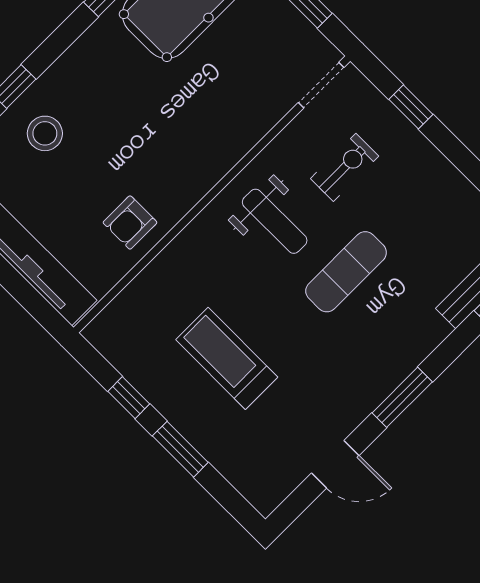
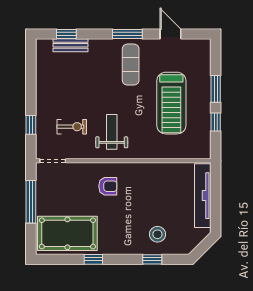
exercise bike: (345, 167) -> (72, 127), turned 180
armchair: (130, 222) -> (108, 186), moved
exercise mat: (346, 272) -> (131, 65), moved, turned 90
treadmill: (227, 358) -> (171, 103), width x1.37, depth x1.38

